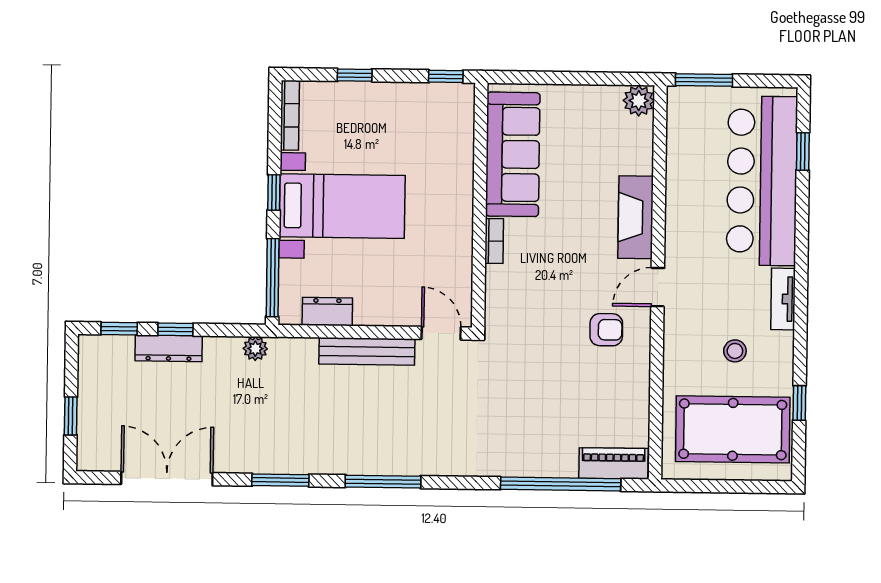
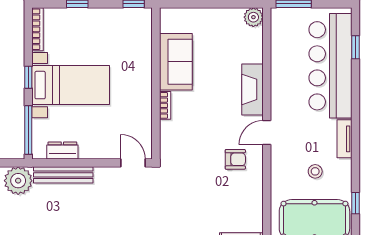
sofa: (513, 154) -> (176, 62), width x0.73
plant: (255, 349) -> (18, 181), width x1.87, depth x1.87
bench: (367, 351) -> (63, 175), moved

